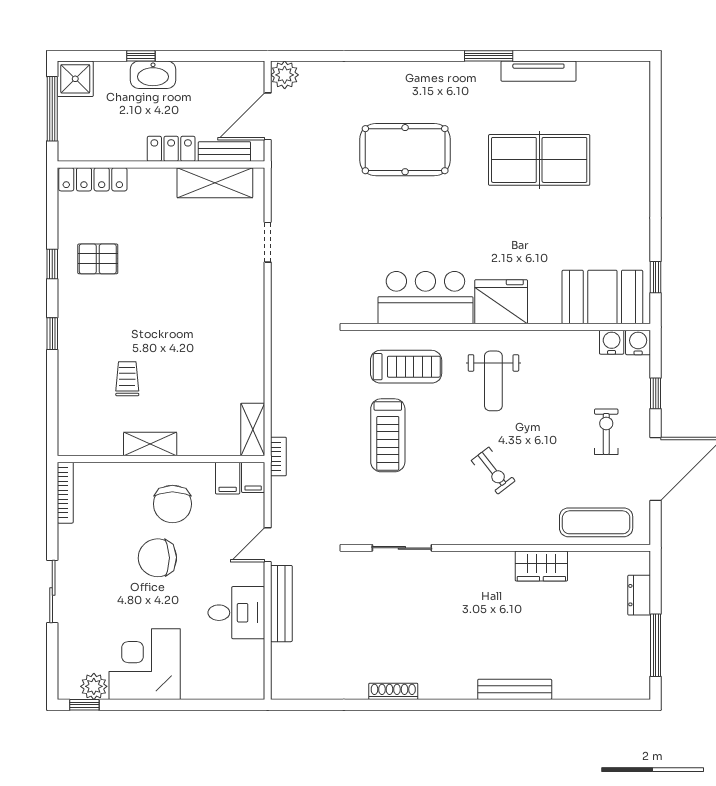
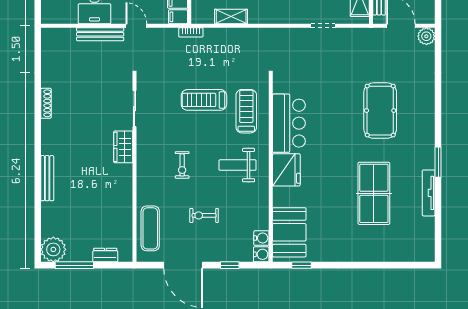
treadmill: (406, 367) -> (246, 111), turned 180
shelving: (253, 430) -> (231, 17), moved
exercise bike: (606, 432) -> (204, 215), moved, turned 180
exercise bike: (493, 471) -> (182, 165), turned -52
wardrobe: (541, 566) -> (123, 147), moved
plant: (630, 679) -> (53, 249), added

